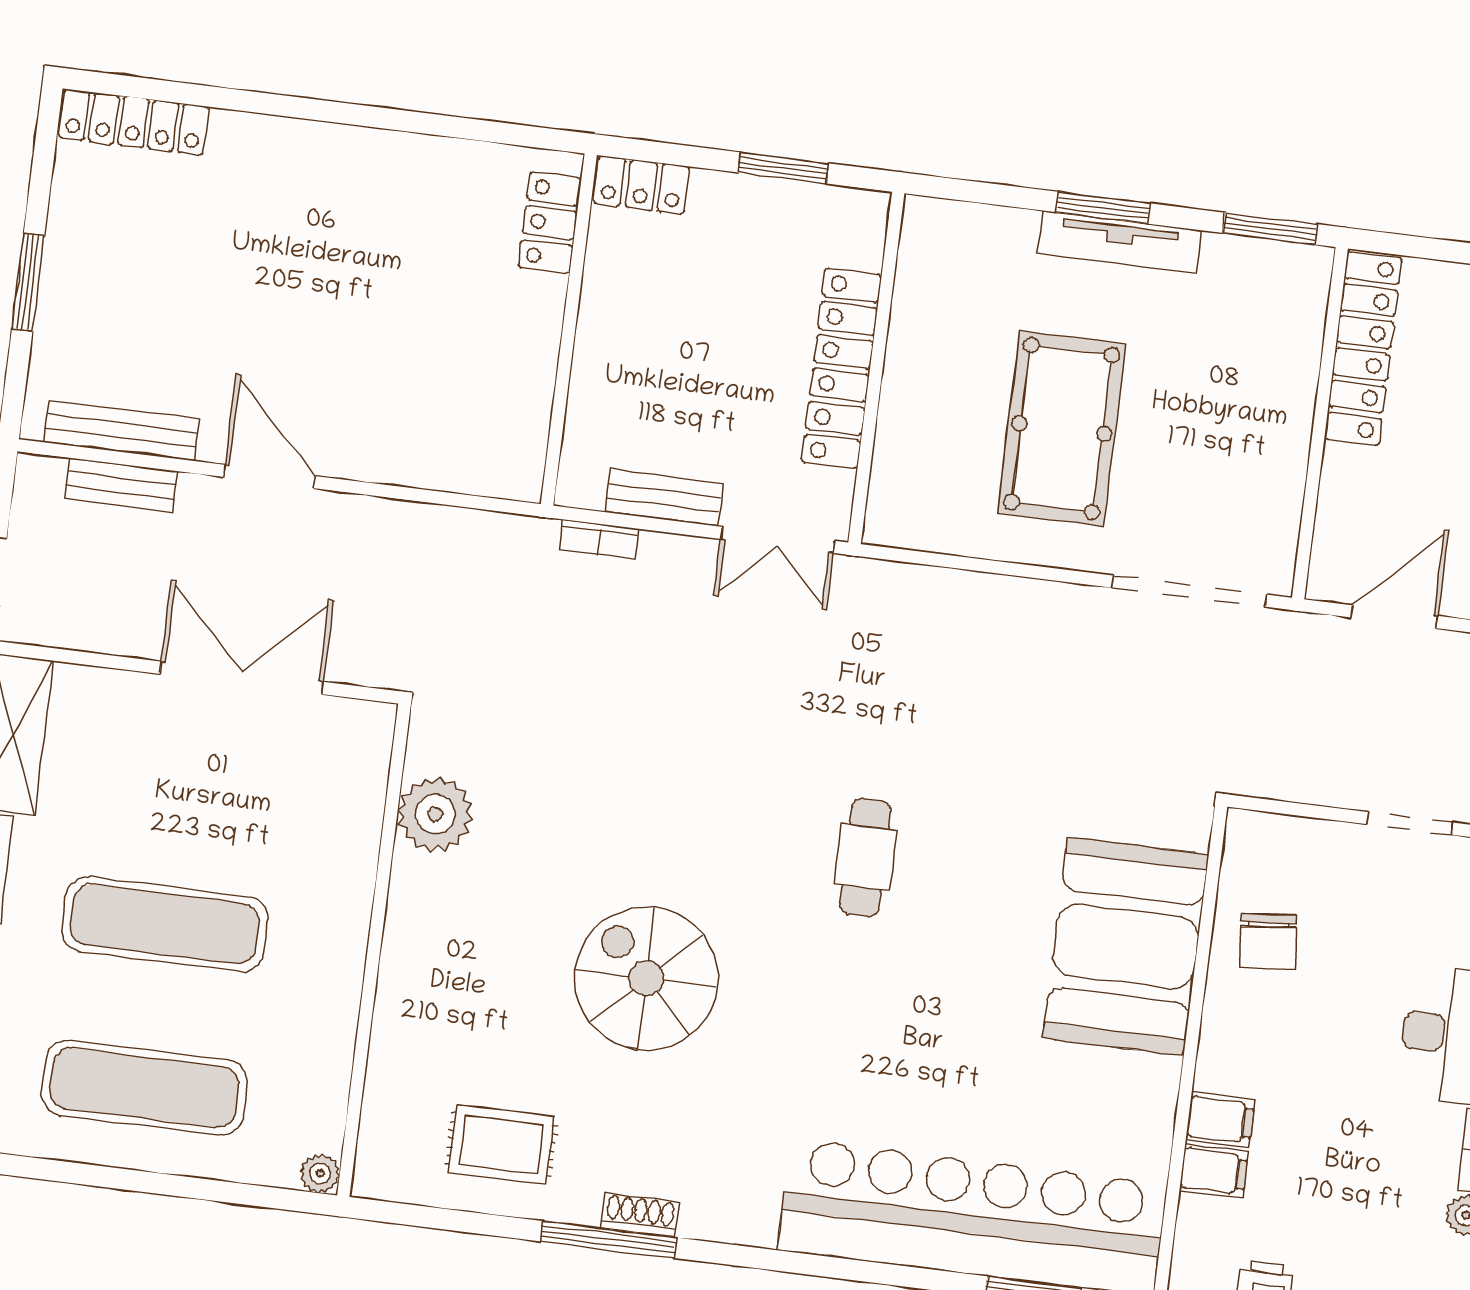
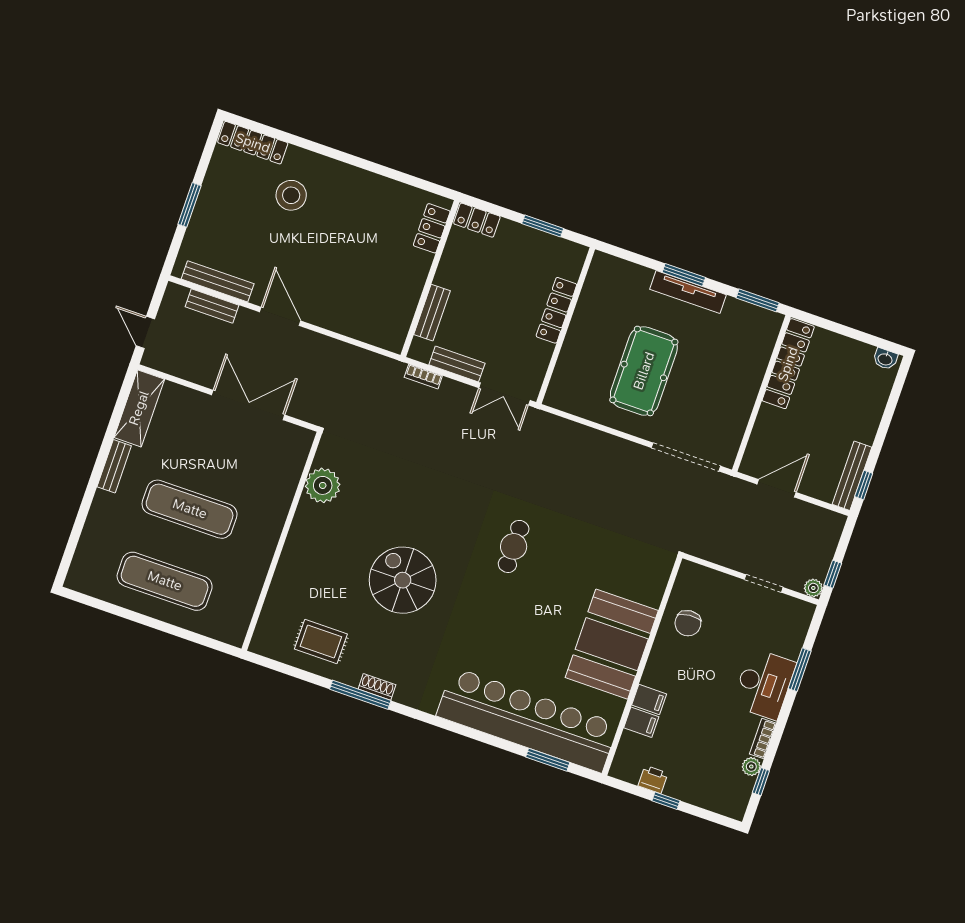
stool: (238, 216) -> (291, 195), added
locker: (841, 368) -> (556, 310), width x0.71, depth x0.83
bench: (588, 400) -> (432, 313), added
booth: (1126, 946) -> (612, 644), moved
plant: (320, 1173) -> (236, 637), removed

